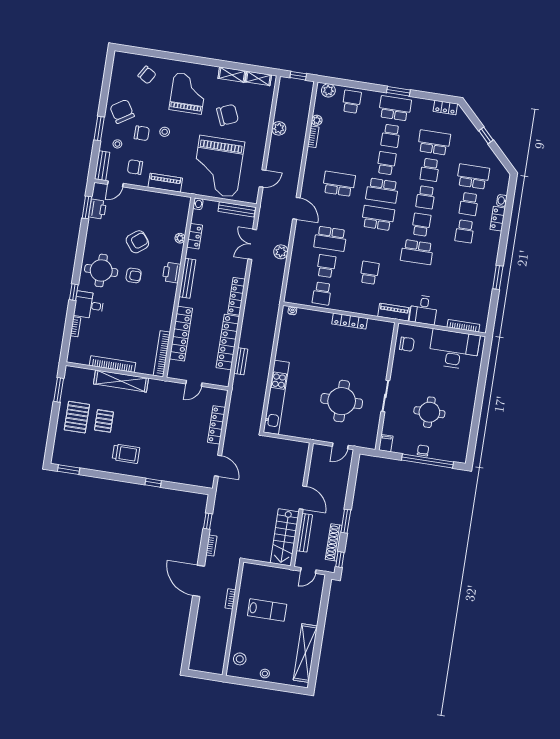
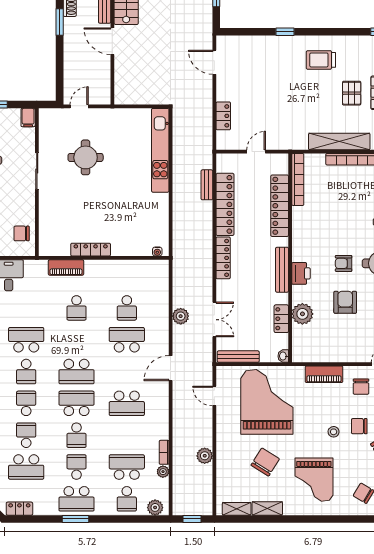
chair: (228, 115) -> (265, 462), turned 145
chair: (135, 167) -> (361, 387), turned 90
door: (262, 178) -> (214, 396), hinge flipped
door: (296, 208) -> (171, 368), hinge flipped
plant: (180, 238) -> (302, 314), width x1.88, depth x1.88
armchair: (137, 242) -> (345, 302), turned 128
school desk: (322, 293) -> (127, 467), moved, width x1.85
piano: (394, 312) -> (66, 267), moved
round table: (342, 401) -> (86, 157), width x0.73, depth x0.73
locker: (217, 425) -> (223, 116), width x0.66

